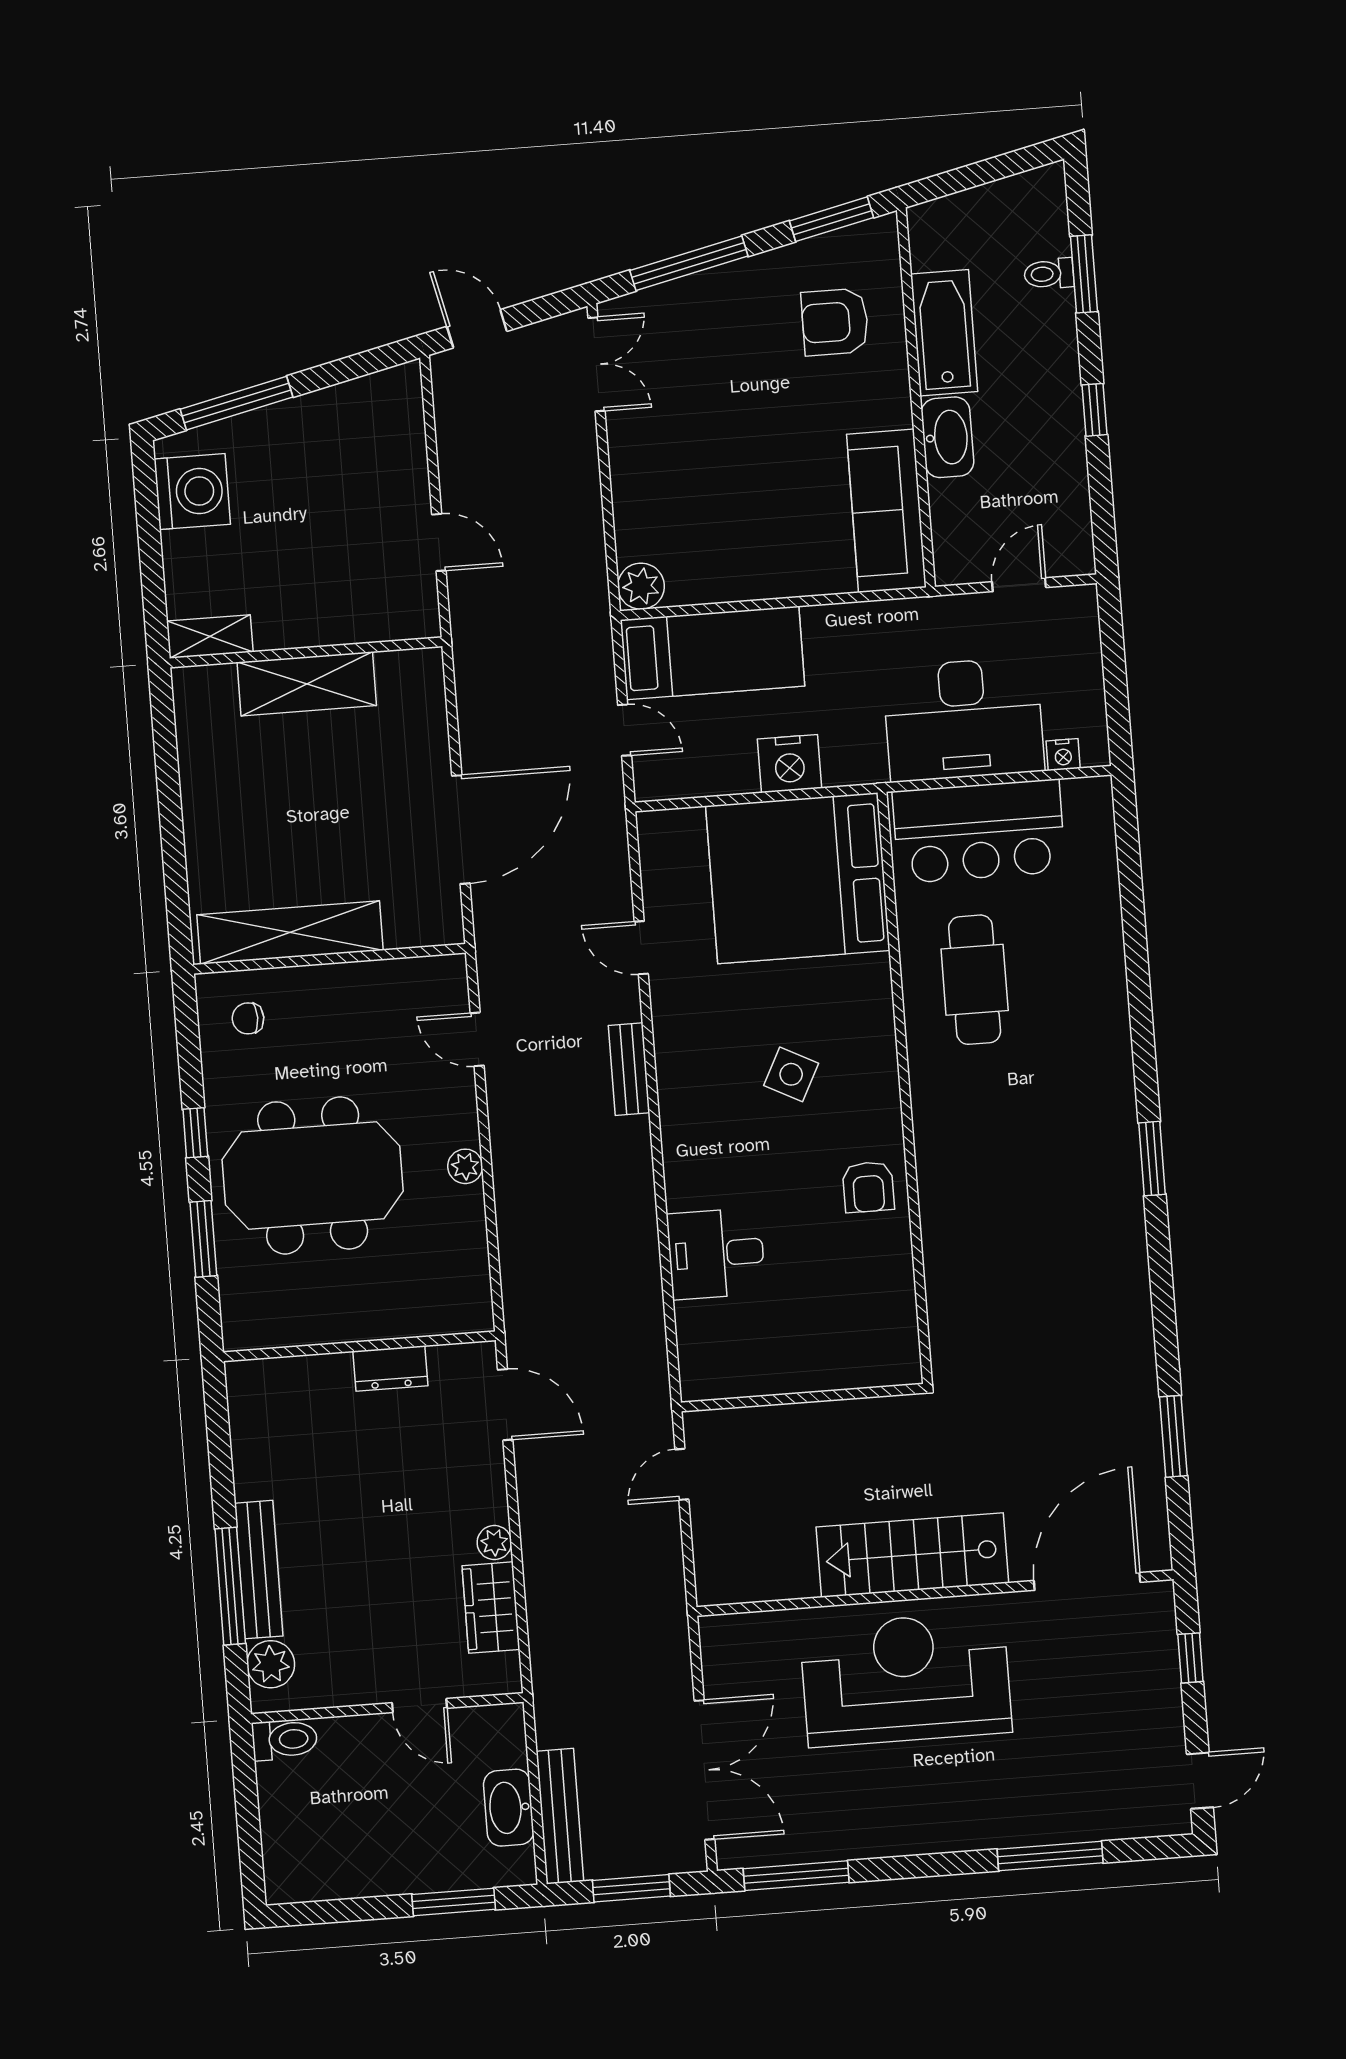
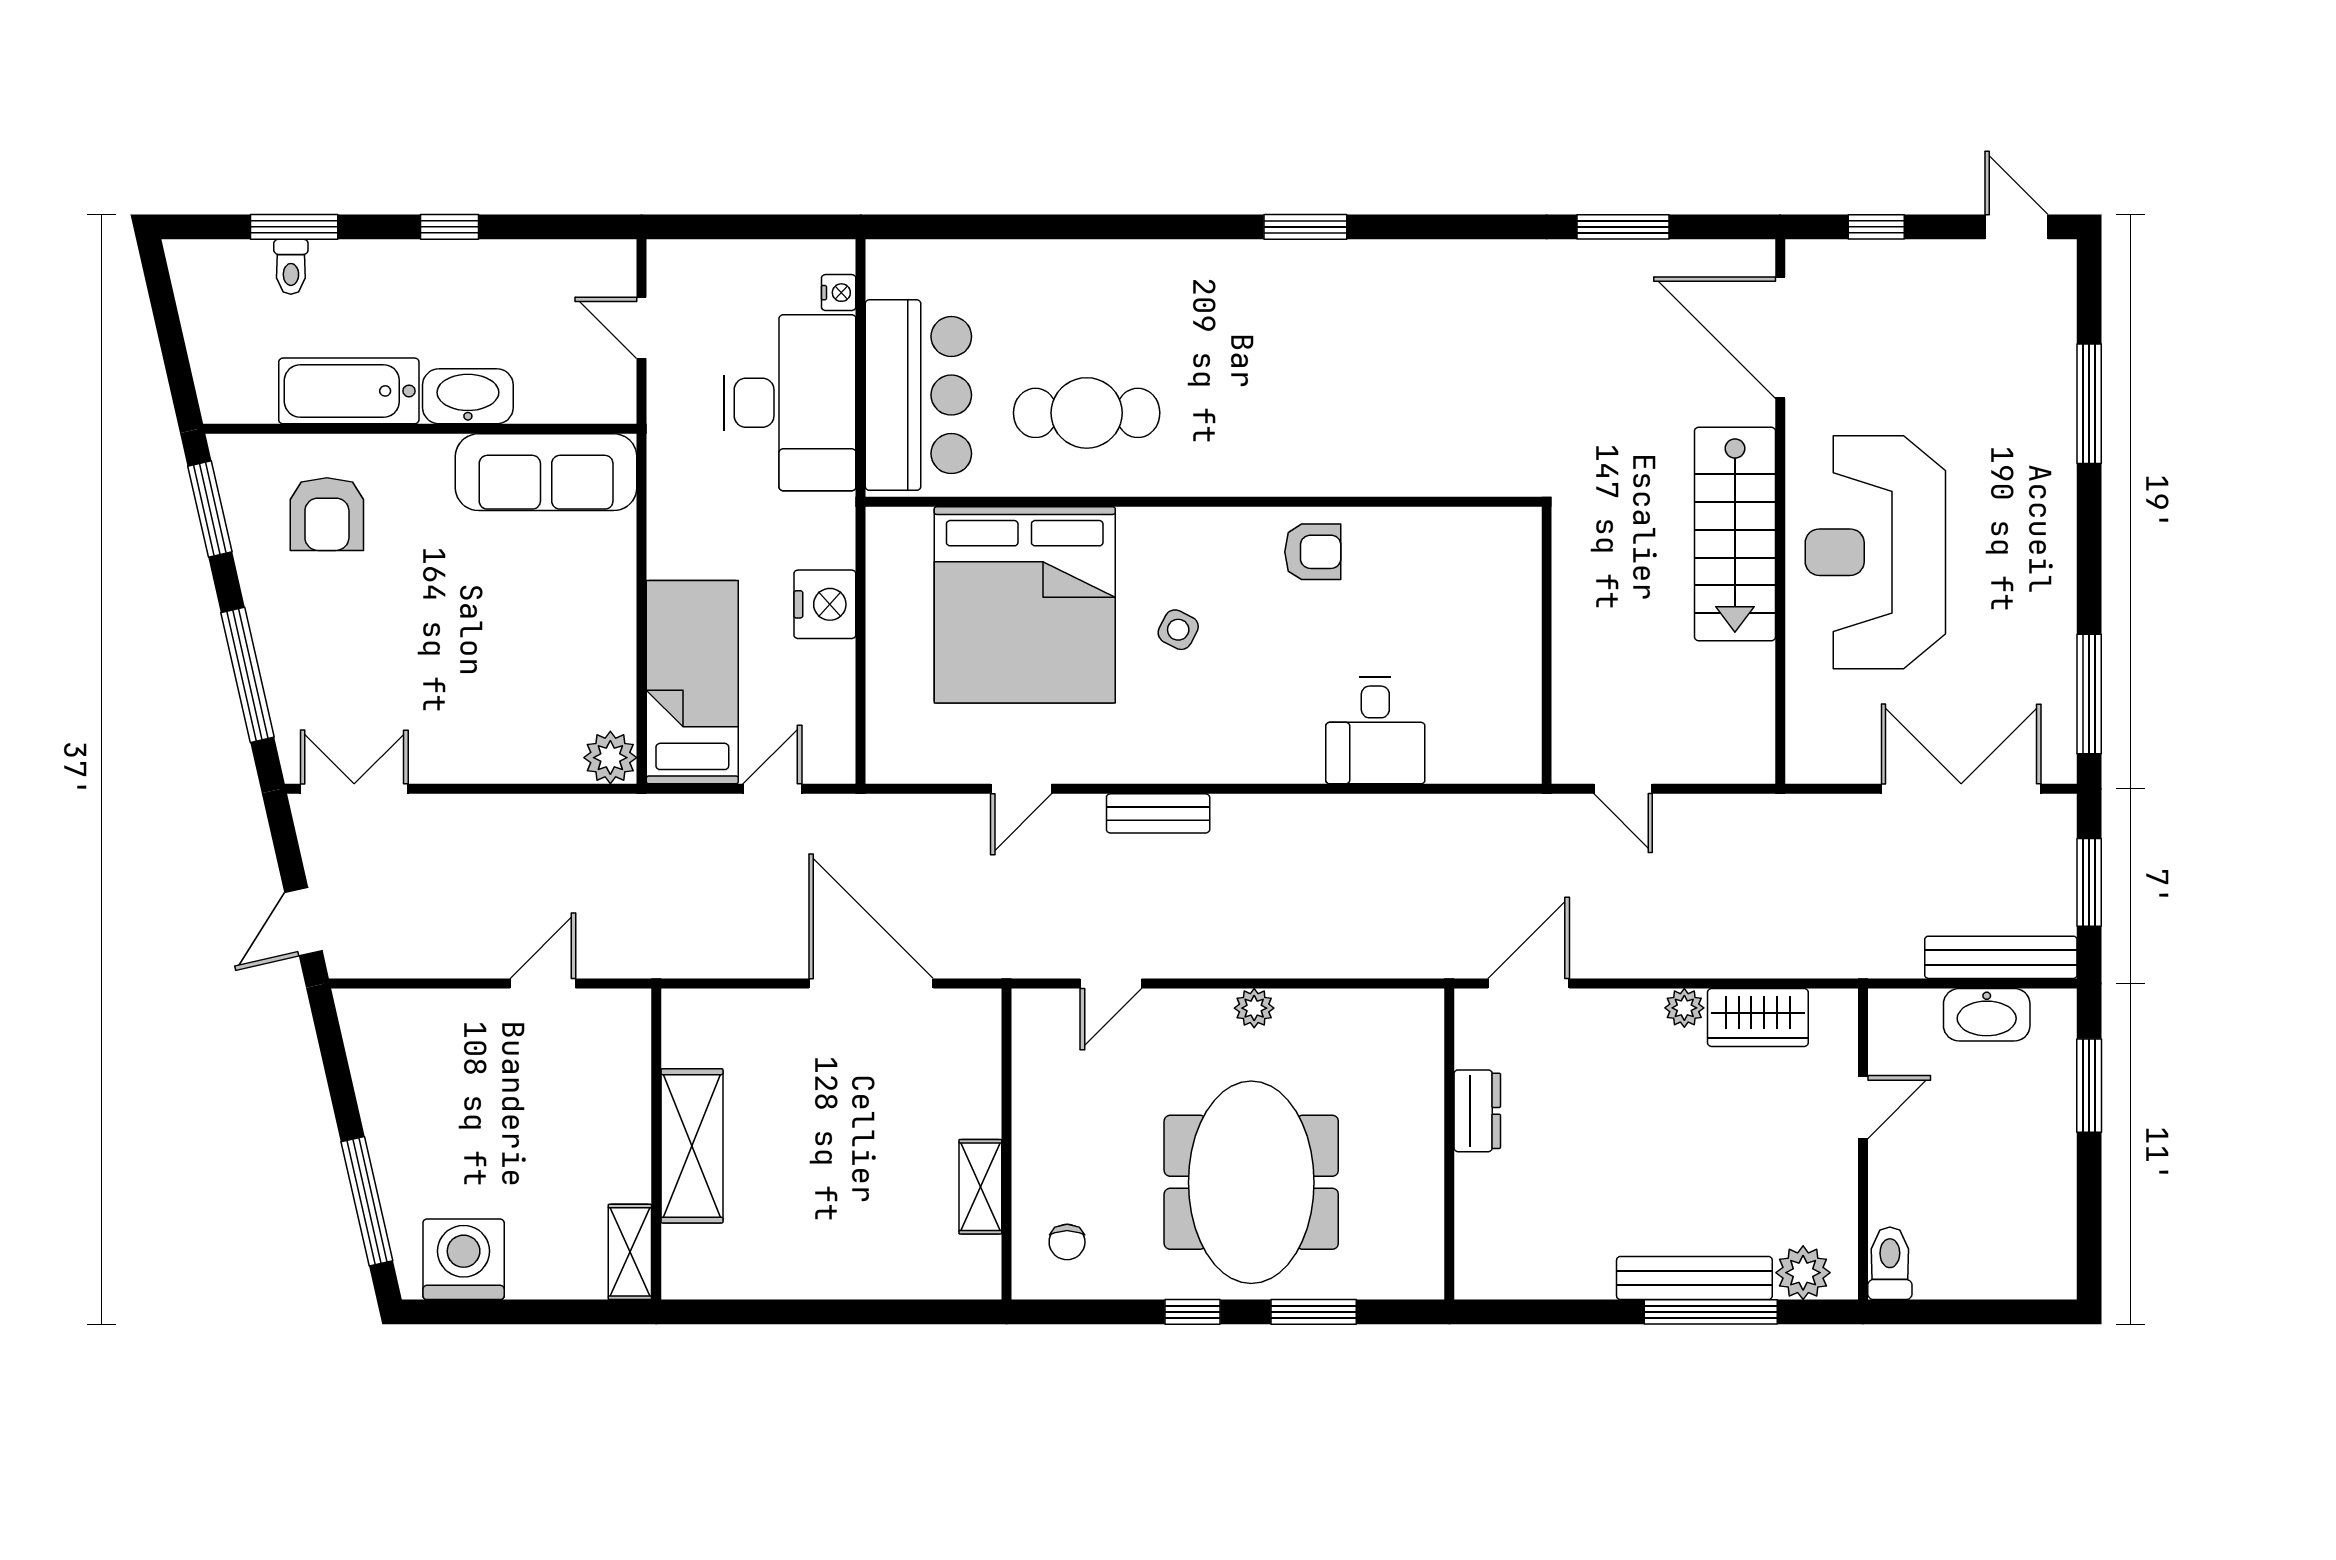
bed: (798, 878) -> (1025, 605), moved
shelving: (290, 933) -> (980, 1187), width x0.45, depth x0.75
side table: (791, 1074) -> (1178, 630), width x0.73, depth x0.73

